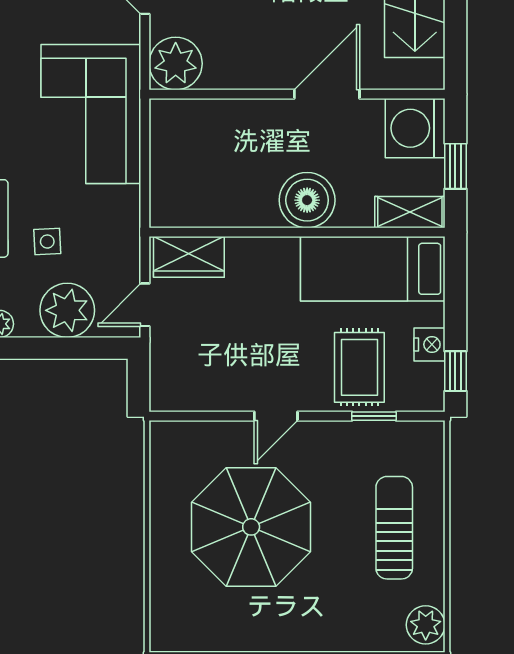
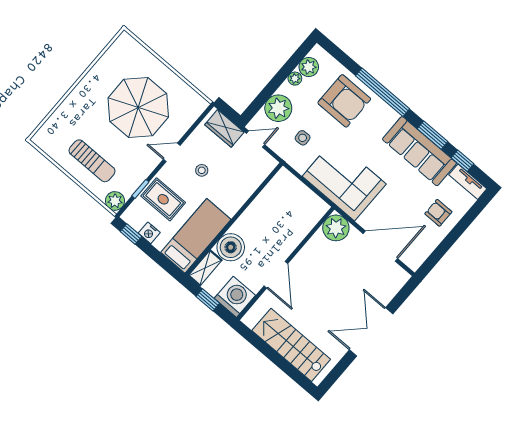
boiler: (307, 200) -> (231, 247), moved
side table: (47, 242) -> (303, 138), moved
wardrobe: (189, 257) -> (224, 128), moved, turned -90
door: (145, 305) -> (255, 139), hinge flipped
stool: (264, 346) -> (202, 170), added
door: (276, 416) -> (172, 152), hinge flipped
plant: (426, 625) -> (115, 201), moved

